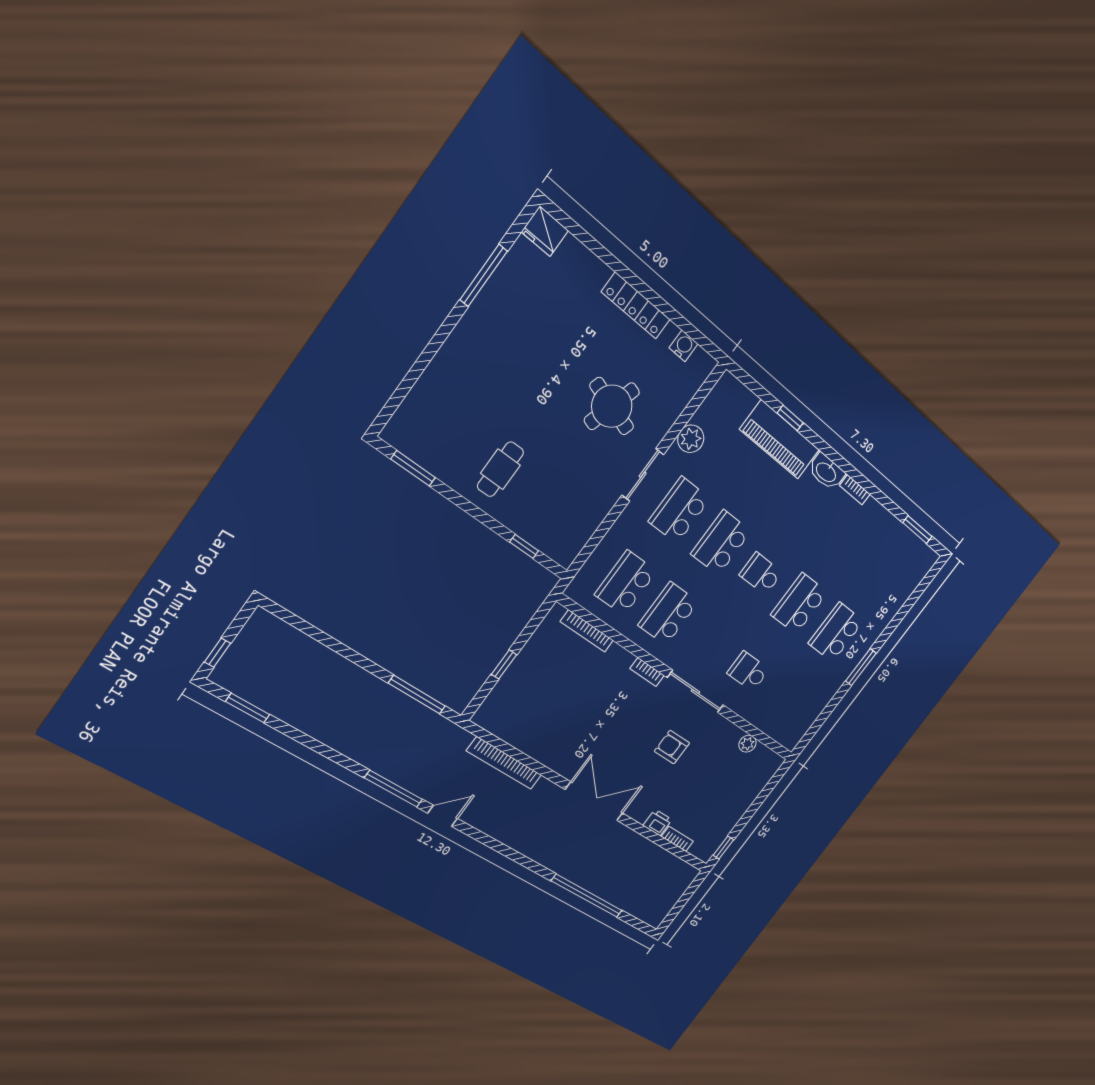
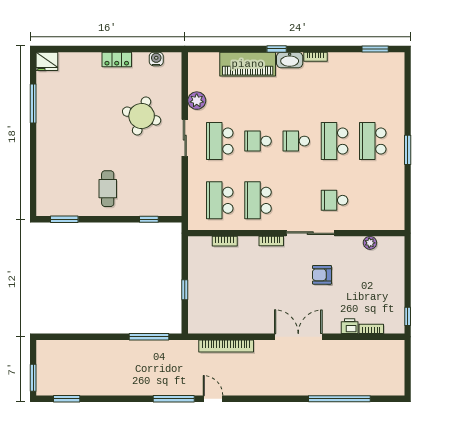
locker: (636, 306) -> (117, 59), width x0.66
window: (790, 418) -> (277, 49), moved
school desk: (721, 543) -> (258, 141), width x0.54
bookcase: (587, 631) -> (225, 241), width x0.64
window: (217, 653) -> (33, 378), width x1.50
door: (443, 816) -> (213, 399), hinge flipped

